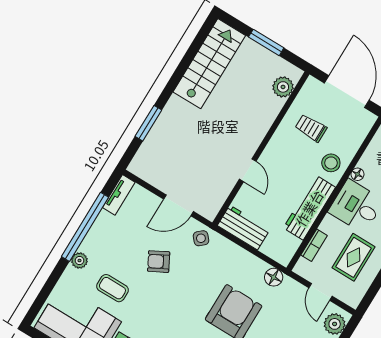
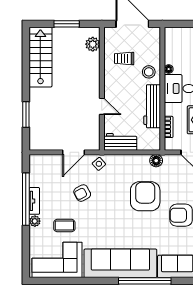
tv unit: (119, 195) -> (34, 201), moved

